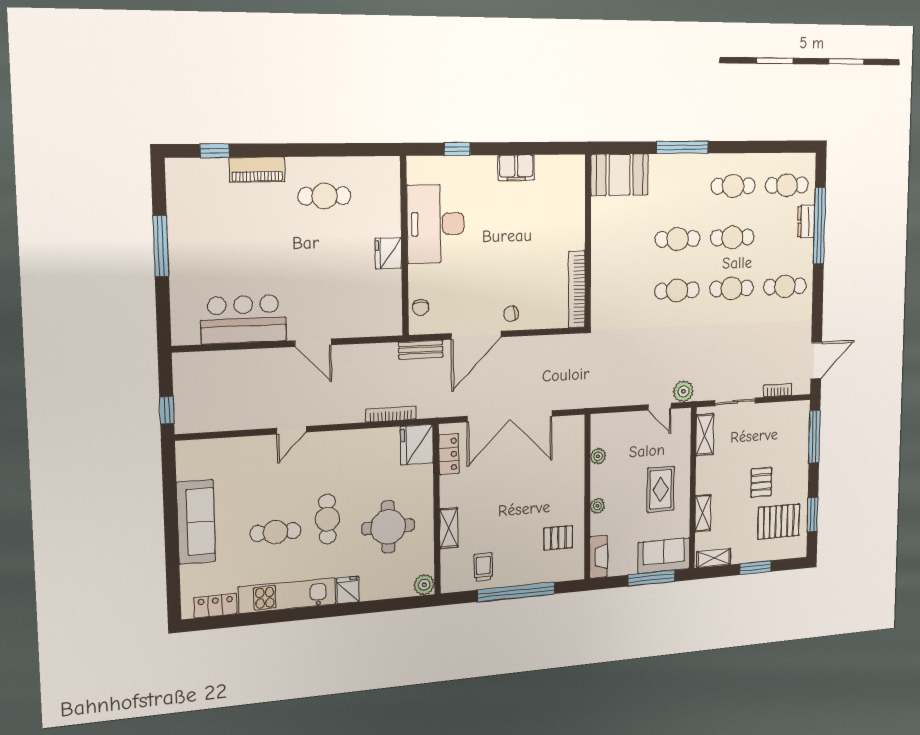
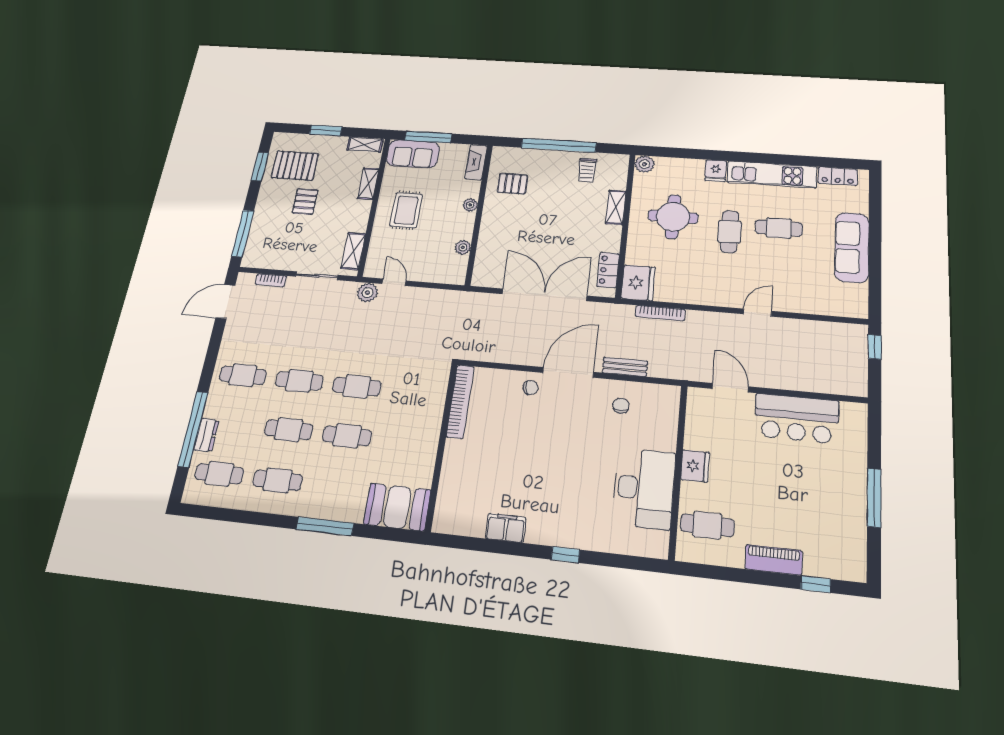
desk: (436, 224) -> (644, 488), moved
wall: (404, 246) -> (678, 471), moved
fridge: (388, 253) -> (695, 466), moved

